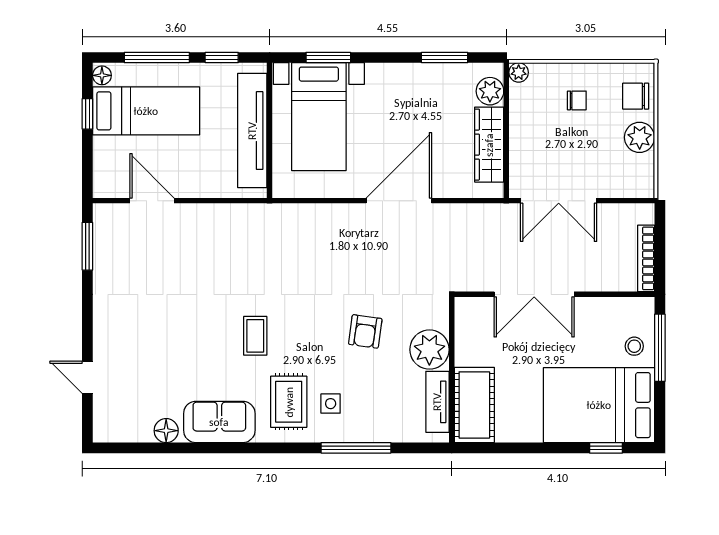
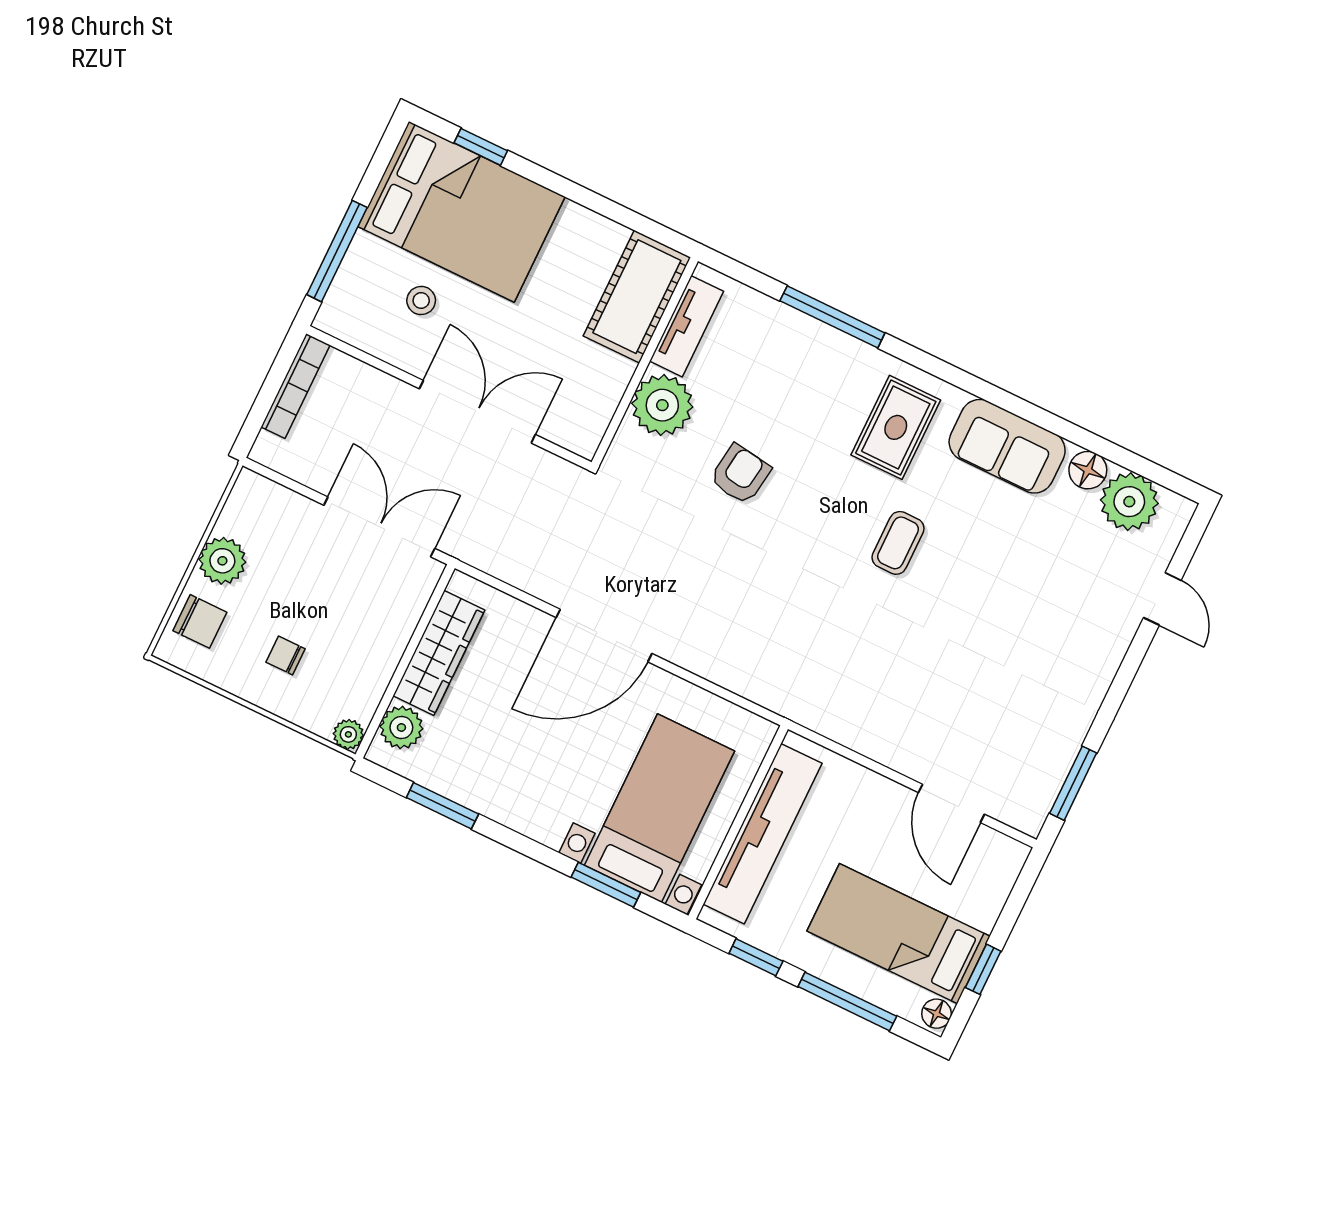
stool: (634, 346) -> (421, 300), moved
side table: (331, 404) -> (838, 396), removed
plant: (134, 424) -> (1129, 502), added

